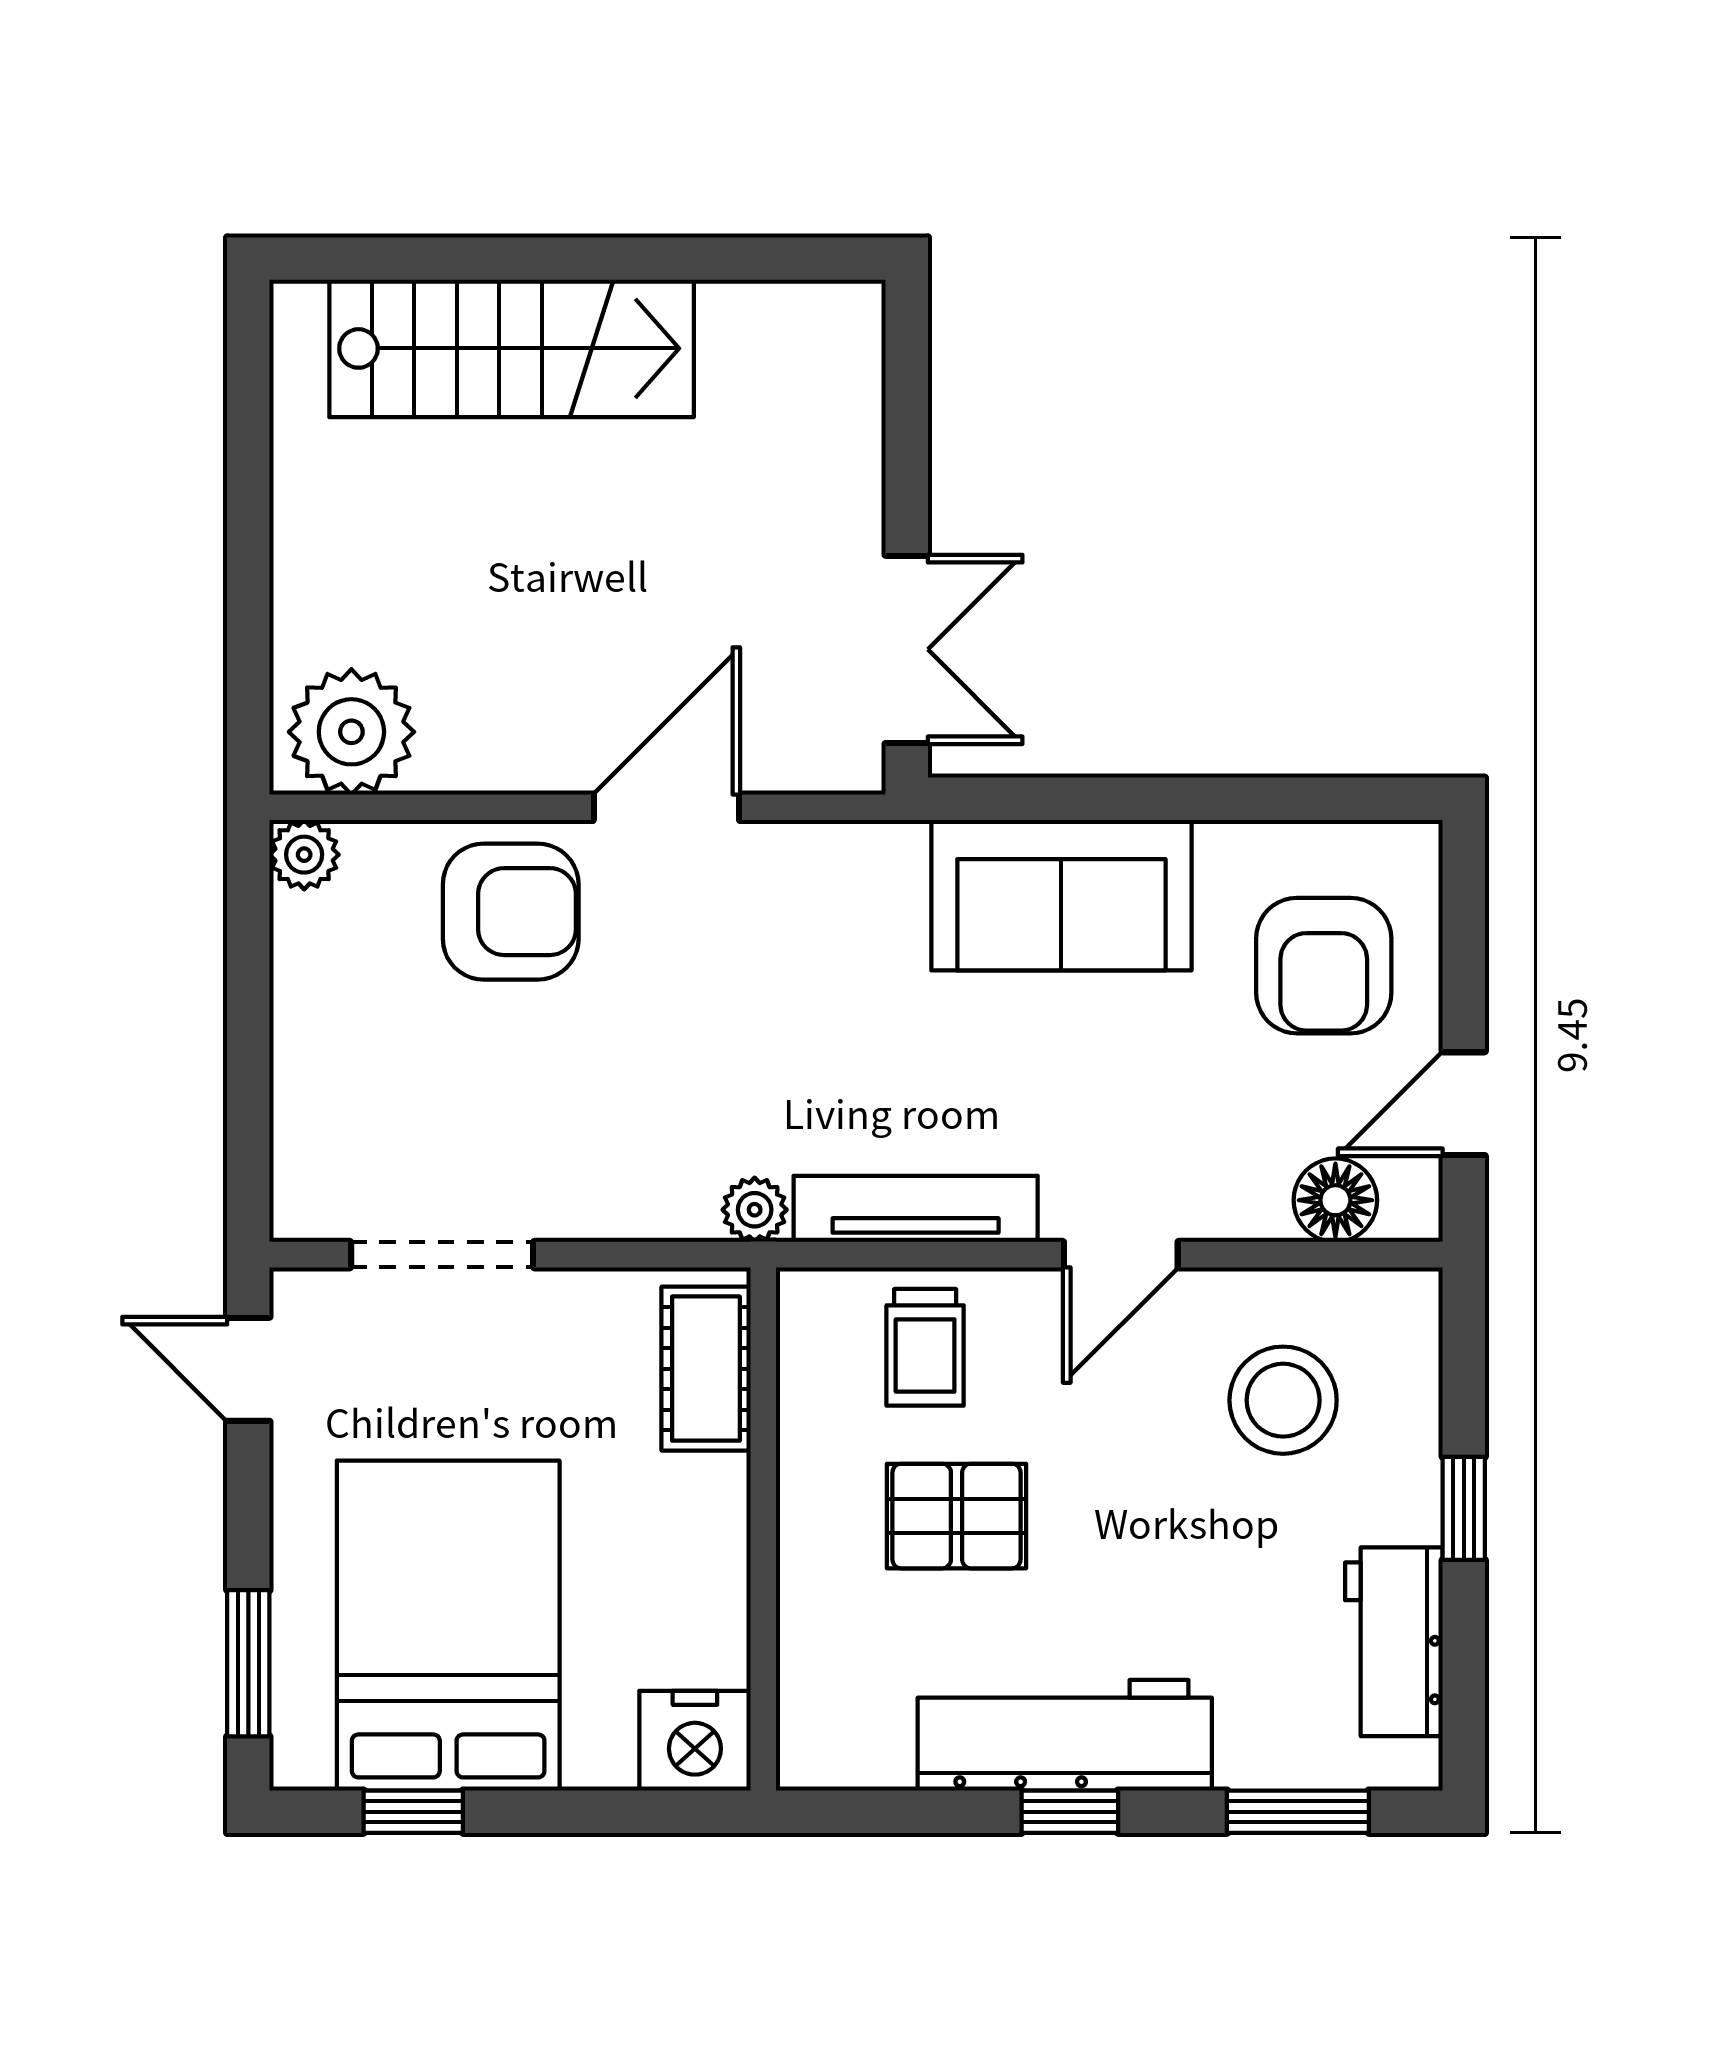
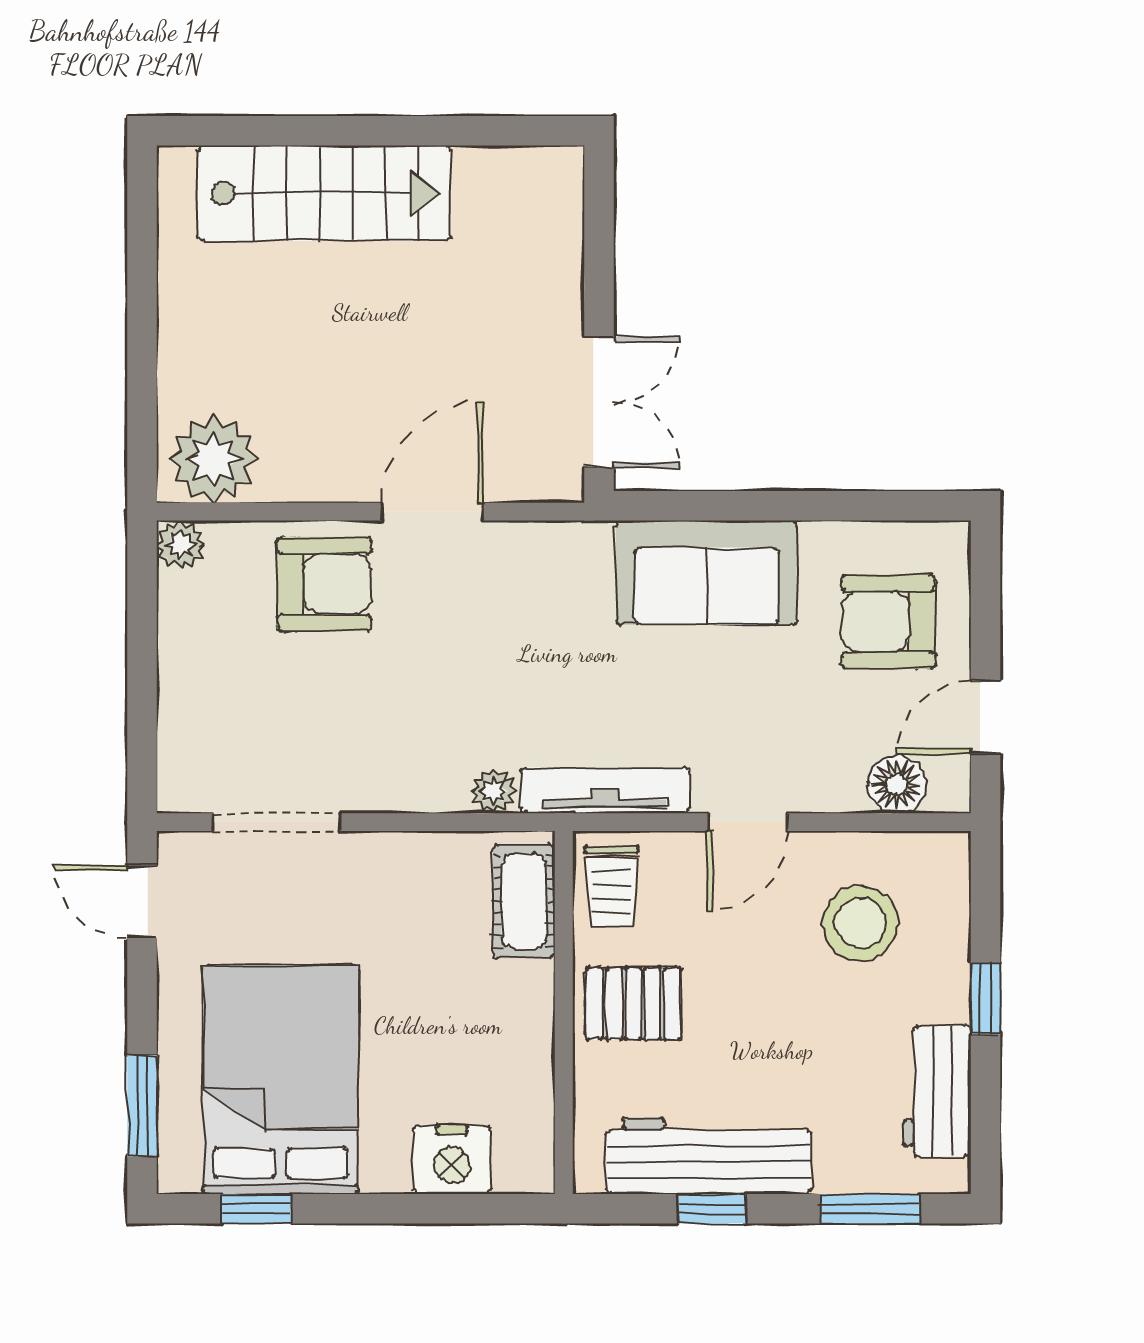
armchair: (1324, 966) -> (888, 622), turned 90
cot: (706, 1369) -> (524, 901), moved
wall: (763, 1529) -> (564, 1013), moved

